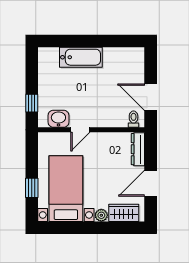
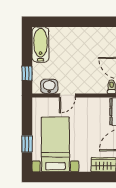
bathtub: (81, 57) -> (40, 45), moved, turned -90
plant: (101, 215) -> (85, 167), removed

